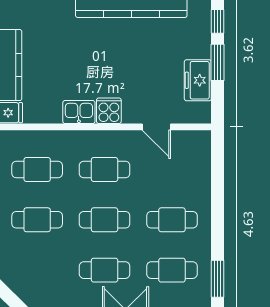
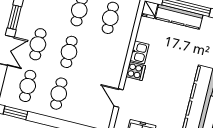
door: (156, 127) -> (119, 98), hinge flipped
cafe table: (105, 169) -> (100, 60), removed

